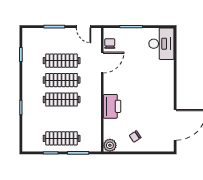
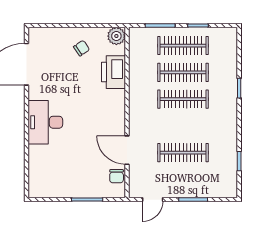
door: (84, 27) -> (153, 200), swing flipped
desk: (161, 44) -> (45, 122), moved
door: (102, 62) -> (127, 150), hinge flipped
clothes rail: (62, 80) -> (183, 72), moved
printer: (112, 106) -> (113, 72), moved

